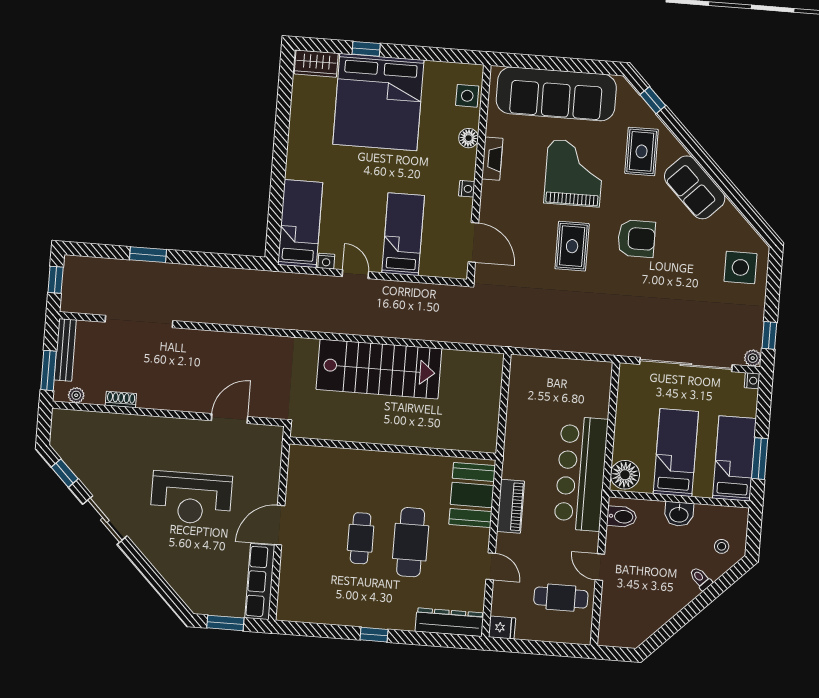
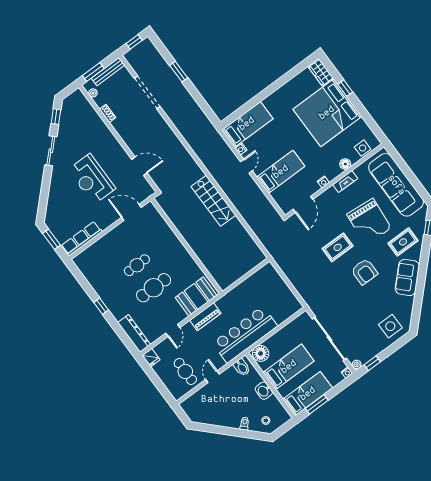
grand piano: (574, 173) -> (369, 221), turned 95
stairs: (379, 369) -> (213, 201), width x0.73, depth x0.66
door: (280, 525) -> (131, 212), moved

